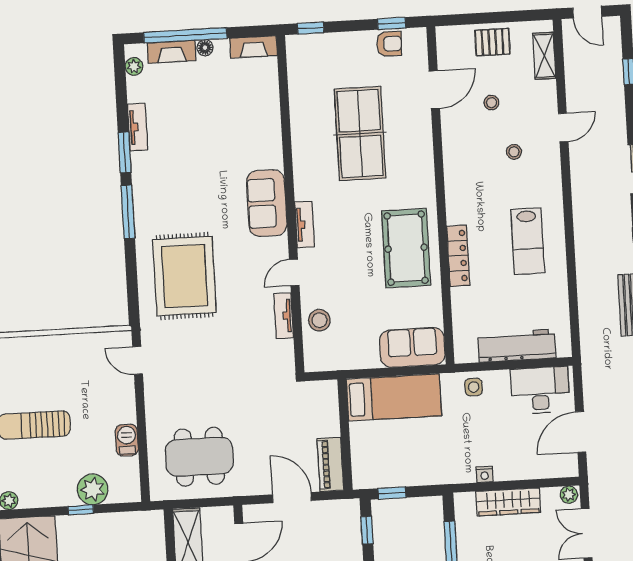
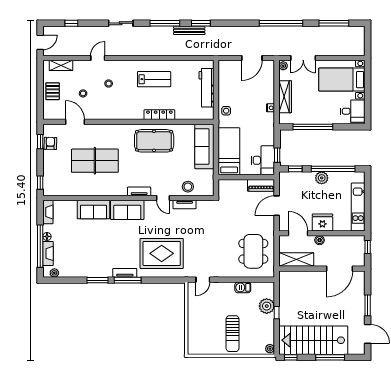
tv unit: (138, 127) -> (125, 273), moved
door: (563, 128) -> (98, 58), hinge flipped
sofa: (263, 136) -> (93, 210), added
sofa: (412, 347) -> (204, 146), width x1.36
desk: (540, 390) -> (263, 160), moved, turned 180
door: (581, 432) -> (252, 58), hinge flipped

